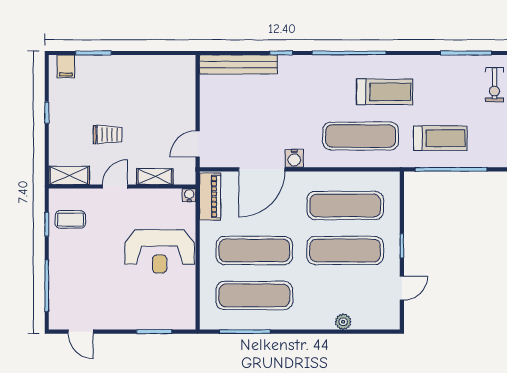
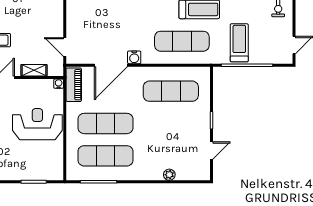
treadmill: (440, 138) -> (239, 43), turned -90
door: (198, 144) -> (65, 47), hinge flipped
exercise mat: (345, 250) -> (171, 123), removed
reception desk: (160, 251) -> (37, 124), turned 180

